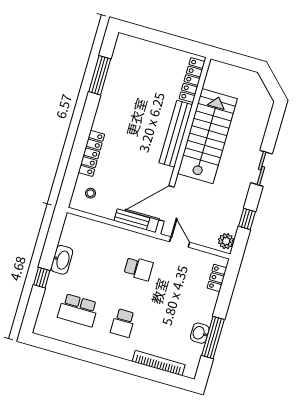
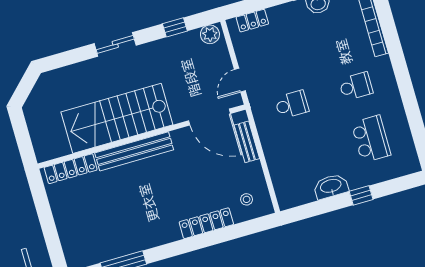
school desk: (139, 269) -> (292, 105), turned 90

